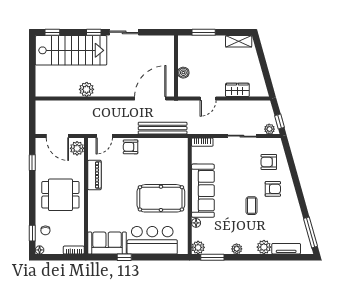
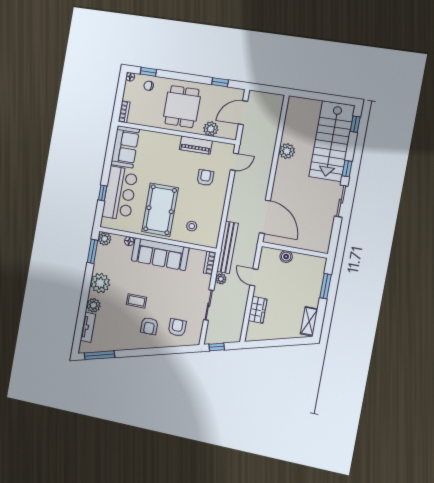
bench: (163, 128) -> (227, 247), moved
plant: (269, 129) -> (221, 279), moved
door: (104, 136) -> (234, 162), swing flipped
armchair: (131, 147) -> (205, 178), moved
plant: (77, 148) -> (211, 129), moved
stool: (171, 165) -> (192, 226), added
plant: (237, 249) -> (100, 283), width x1.87, depth x1.87
window: (124, 257) -> (103, 193), moved

